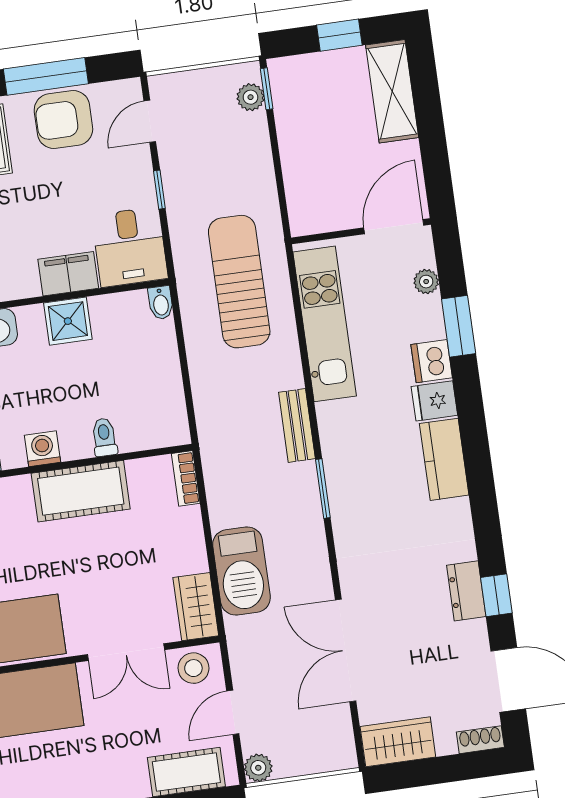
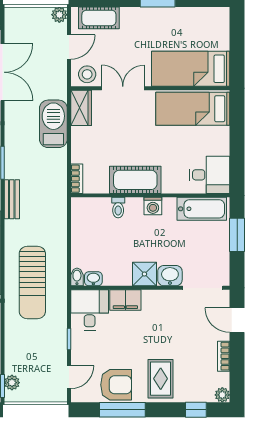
washbasin: (131, 304) -> (93, 279), added
shower: (68, 321) -> (144, 274), moved

